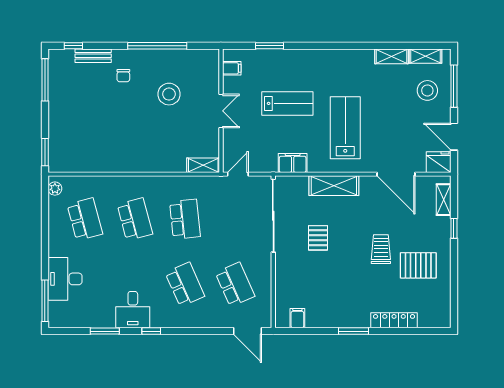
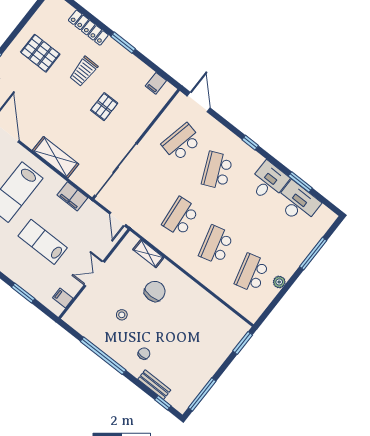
stool: (169, 94) -> (122, 315), width x0.53, depth x0.53
chair: (156, 137) -> (155, 291), added
shelving: (203, 165) -> (148, 254), moved
door: (238, 174) -> (118, 219), hinge flipped
plant: (55, 189) -> (279, 282), moved
pallet: (318, 238) -> (104, 107), moved
trolley: (381, 249) -> (84, 71), moved
desk: (65, 279) -> (297, 203), moved, turned -90
school desk: (235, 284) -> (181, 142), turned 36
window: (45, 301) -> (313, 253), moved
window: (151, 331) -> (250, 143), moved

